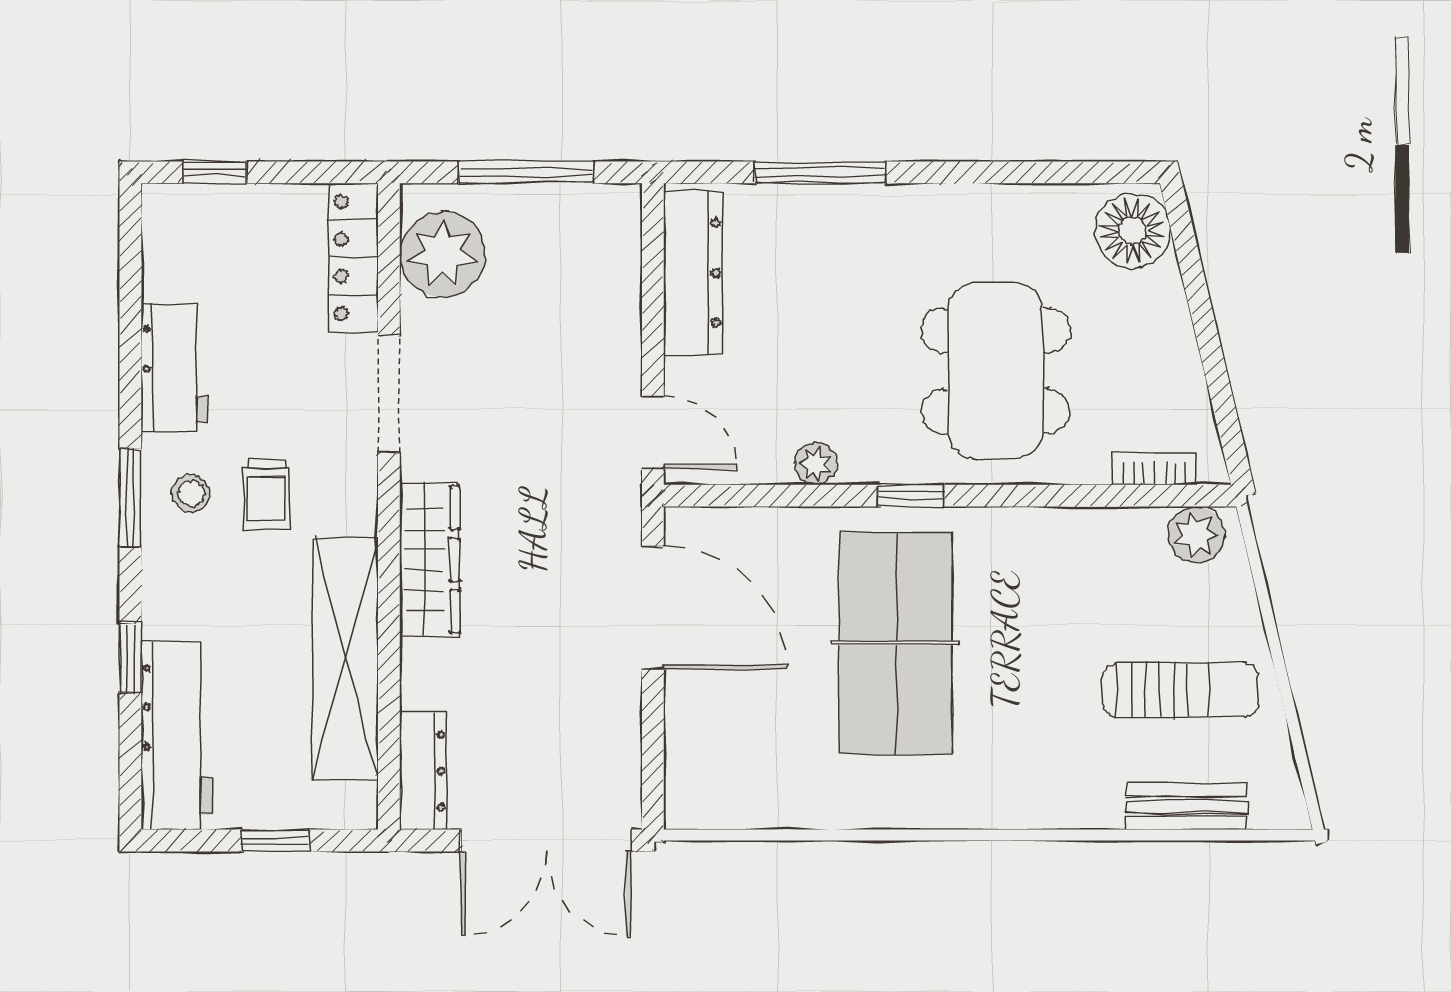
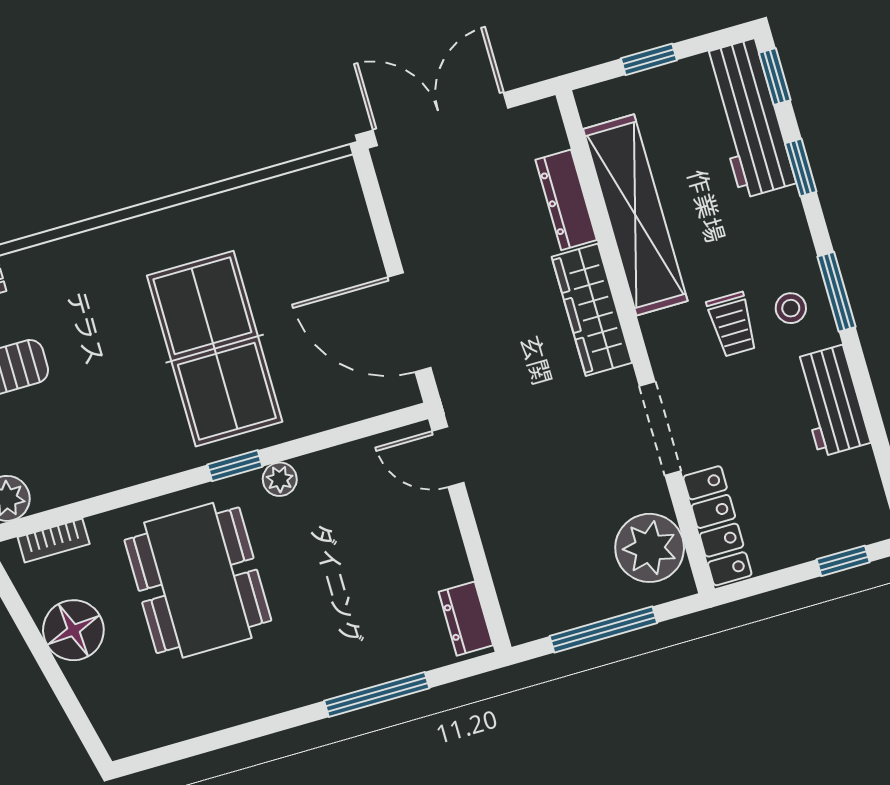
floor lamp: (1133, 231) -> (73, 630), moved
dresser: (693, 273) -> (466, 619), width x0.51, depth x0.80
plant: (816, 464) -> (280, 479), moved
trolley: (267, 494) -> (732, 324), turned 180
dresser: (423, 771) -> (566, 200), moved
window: (130, 777) -> (775, 77), added

